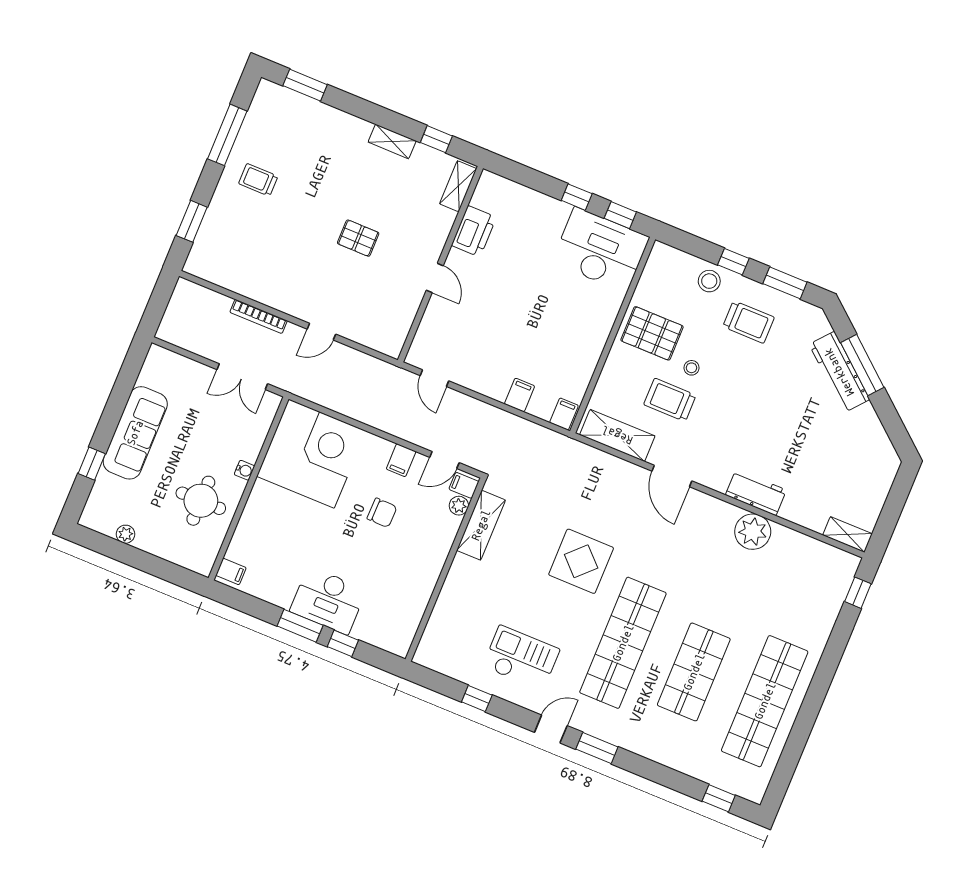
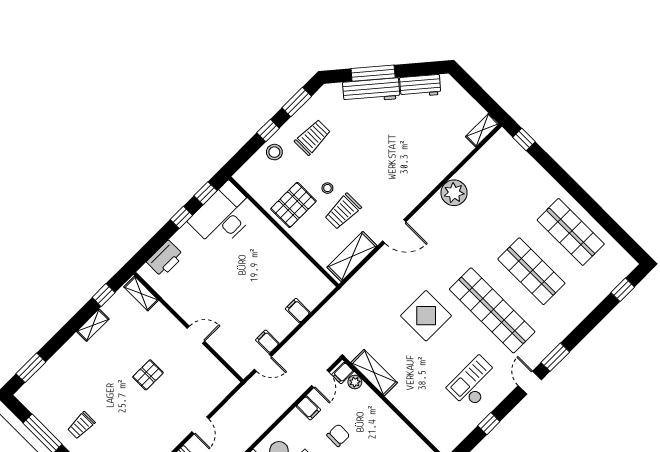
printer: (474, 231) -> (165, 259), moved, turned 90
filing cabinet: (564, 414) -> (267, 342), moved
workbench: (756, 493) -> (420, 86), moved, turned -140
shop shelf: (765, 701) -> (571, 232), width x0.71

